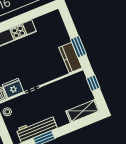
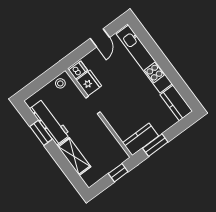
kitchen counter: (48, 20) -> (176, 103), added
shelving: (83, 111) -> (74, 156), moved

